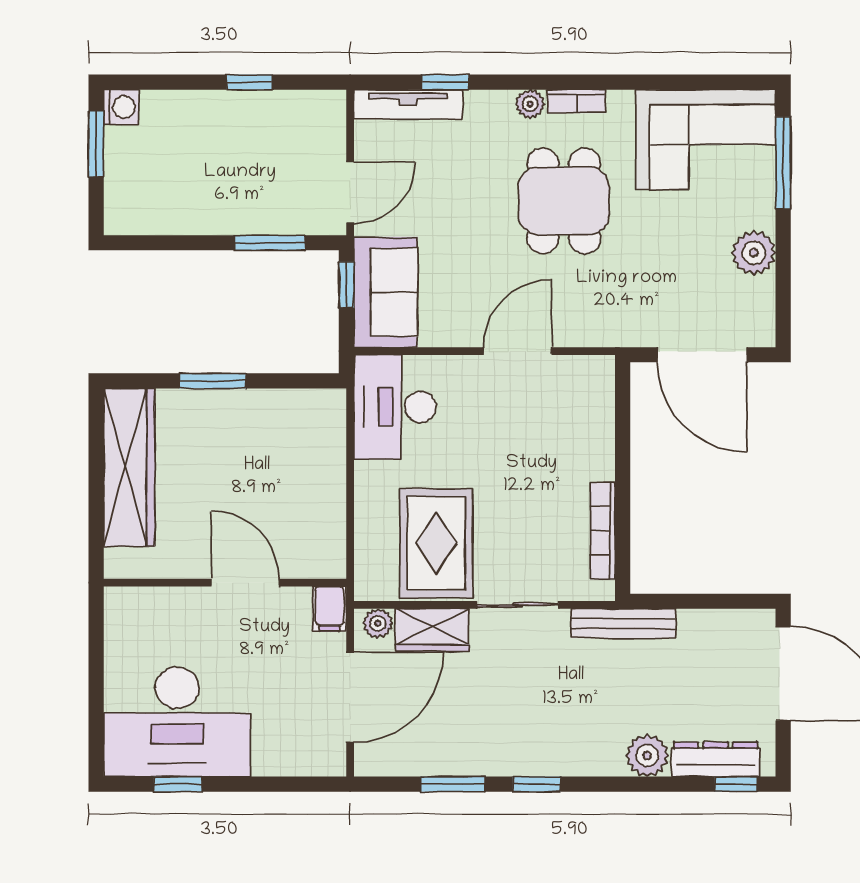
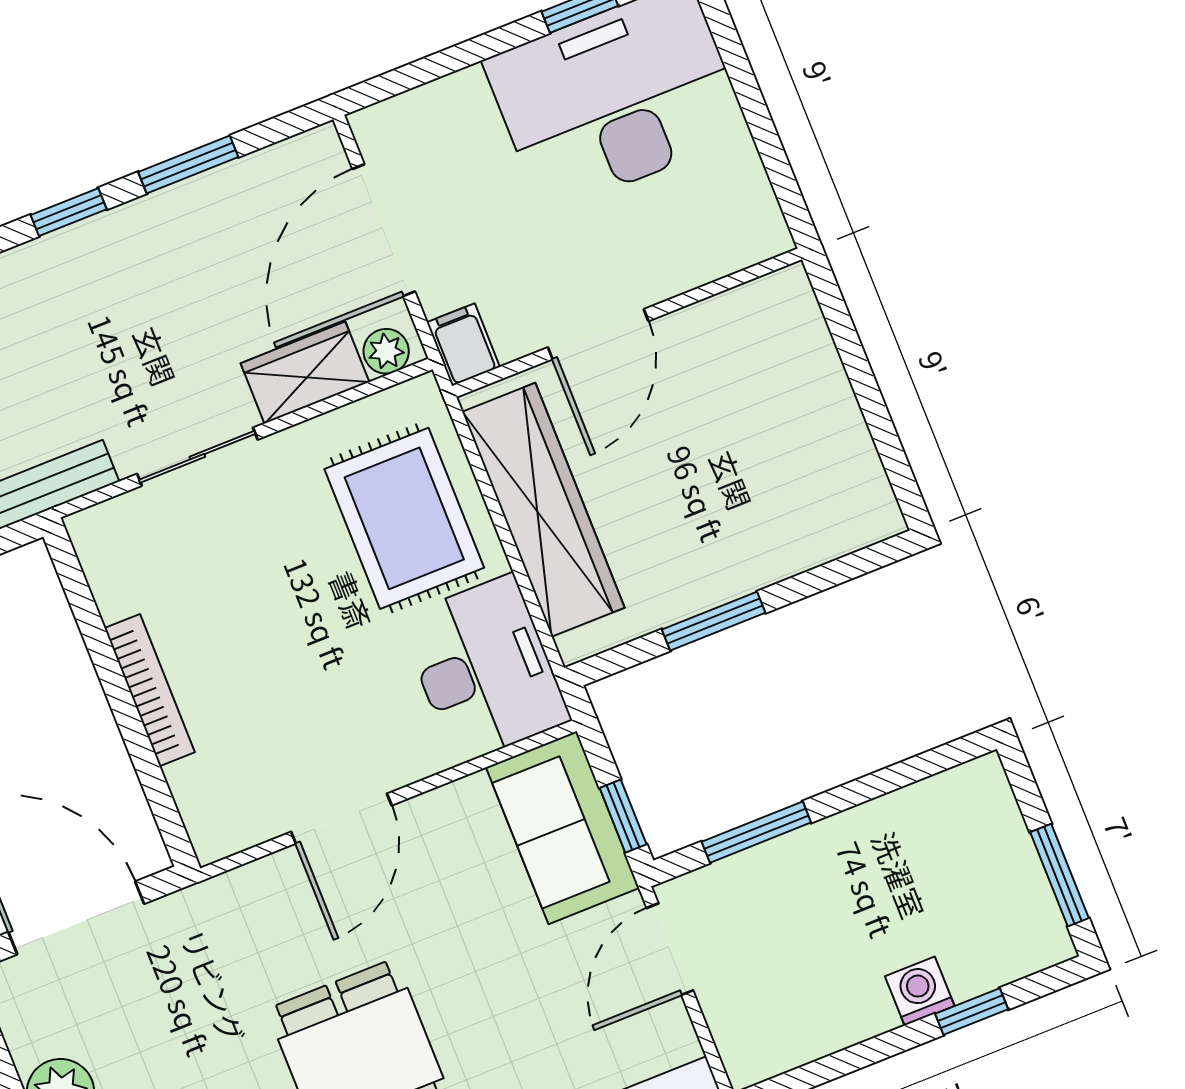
window: (249, 82) -> (972, 1012), moved
washing machine: (121, 107) -> (920, 991), moved, turned 90
window: (212, 381) -> (714, 621), moved
wardrobe: (129, 467) -> (543, 510), moved, turned 180
bookcase: (603, 531) -> (150, 690), moved
rug: (436, 543) -> (404, 518), moved
door: (245, 583) -> (598, 334), hinge flipped

